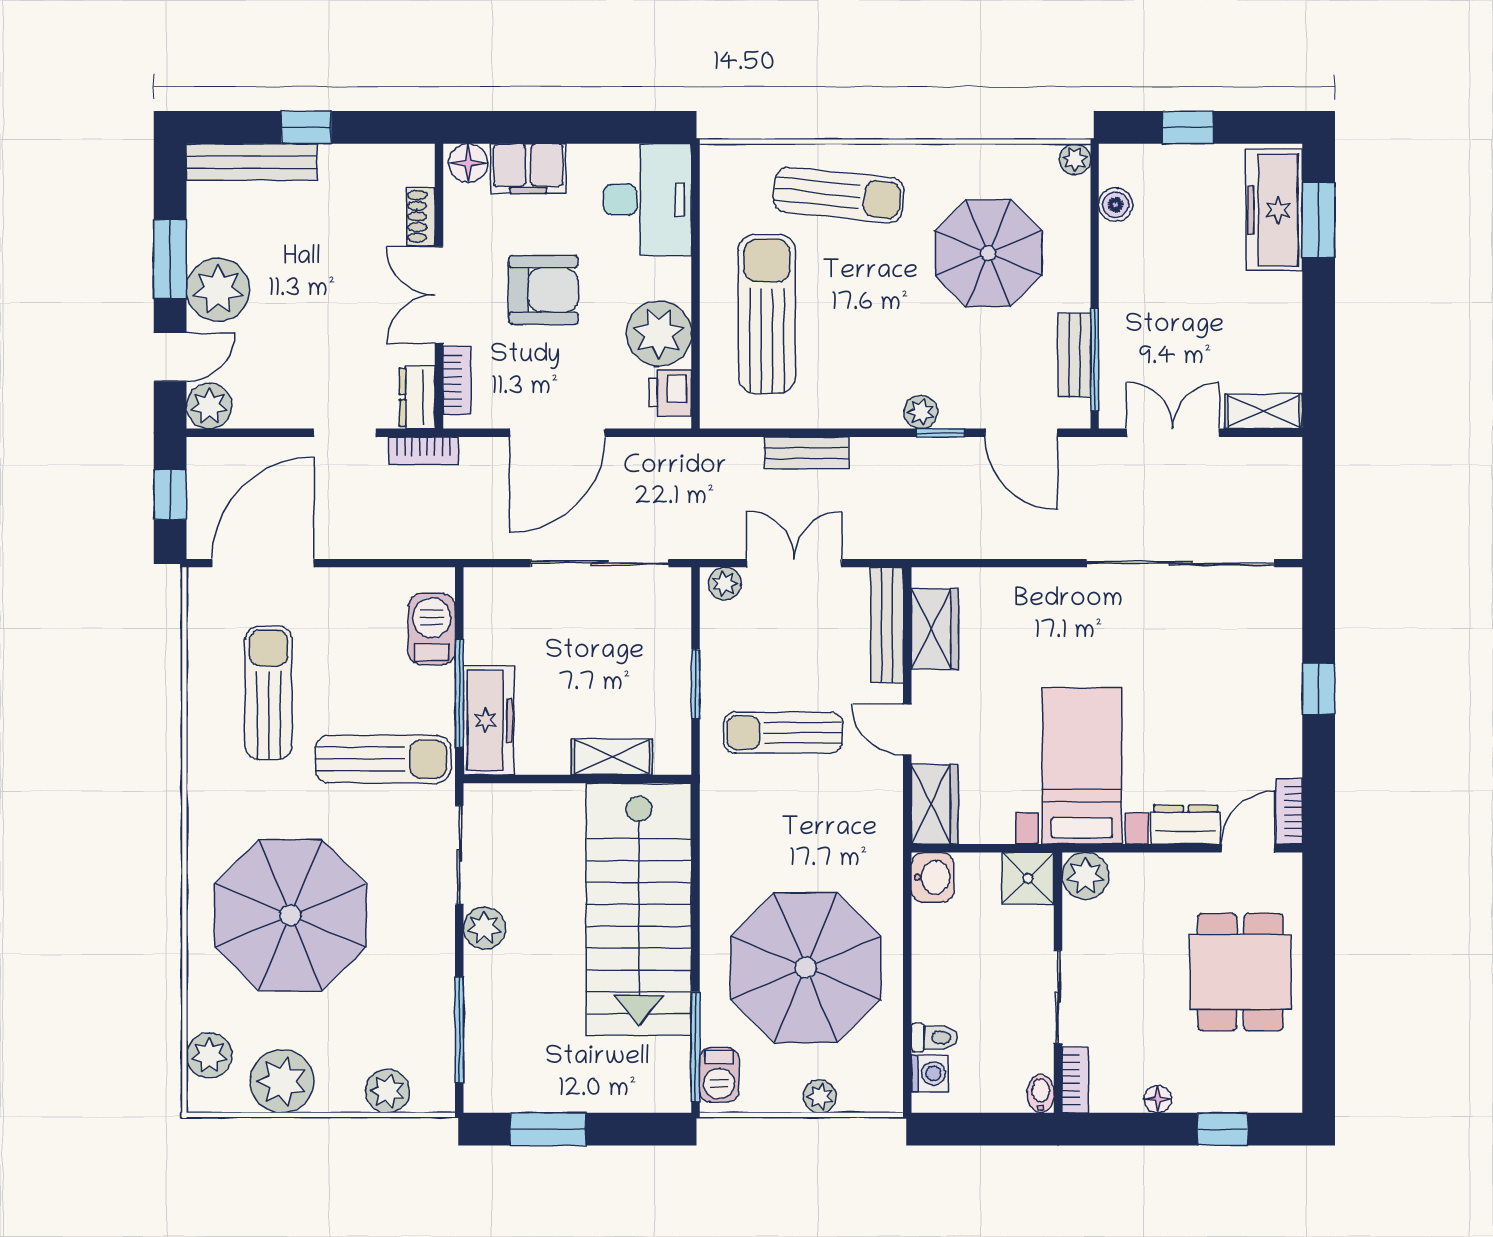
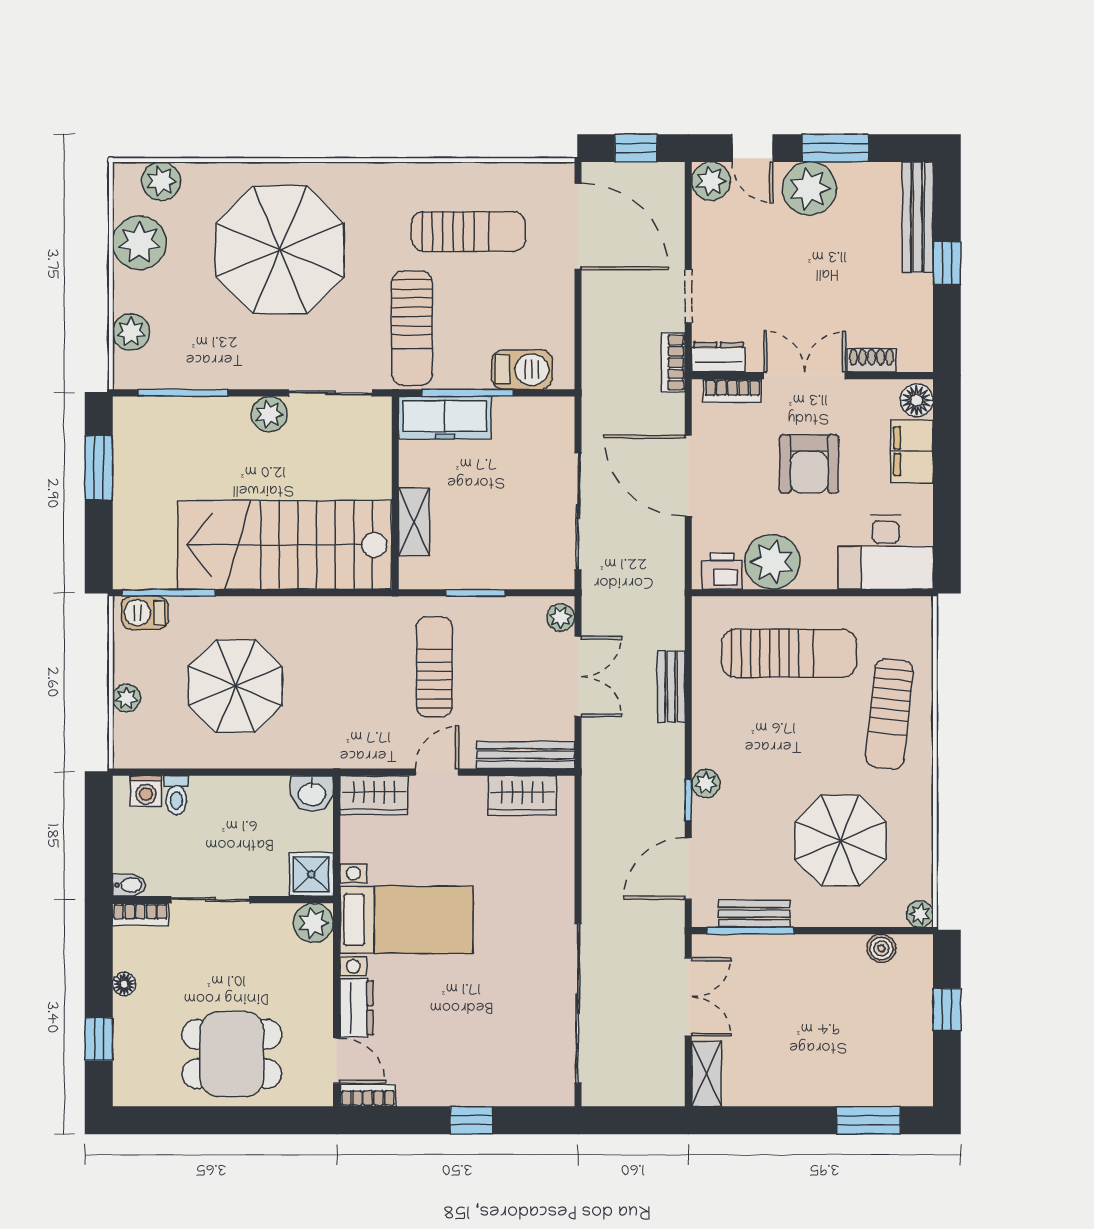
freezer: (1274, 210) -> (877, 1083), removed
parasol: (806, 968) -> (235, 686), width x0.73, depth x0.73

